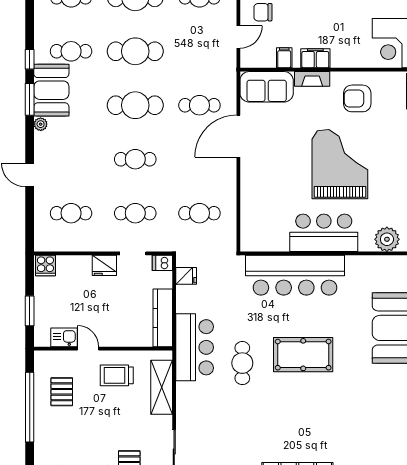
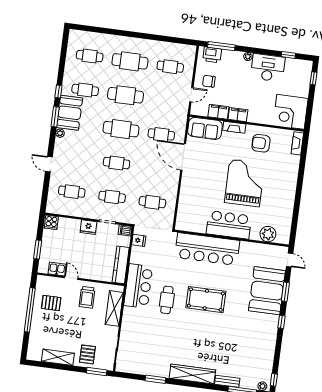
filing cabinet: (284, 58) -> (218, 112), width x2.00
door: (238, 136) -> (183, 157), hinge flipped
trolley: (117, 375) -> (87, 297), turned -90
pallet: (62, 392) -> (51, 303), turned 90

